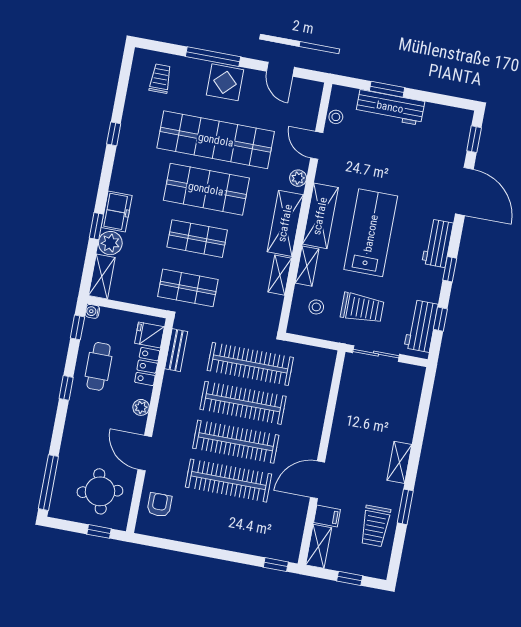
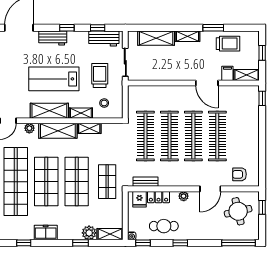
freezer: (117, 212) -> (46, 233), moved
shop shelf: (197, 239) -> (77, 182), width x1.43, depth x1.36
shelving: (406, 411) -> (156, 38), added

